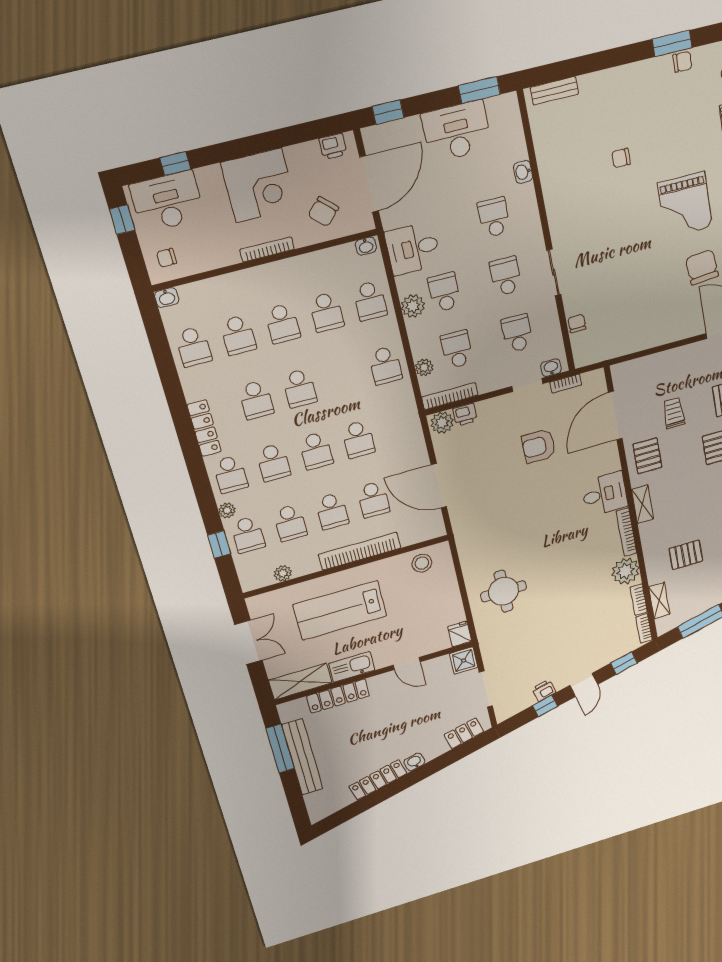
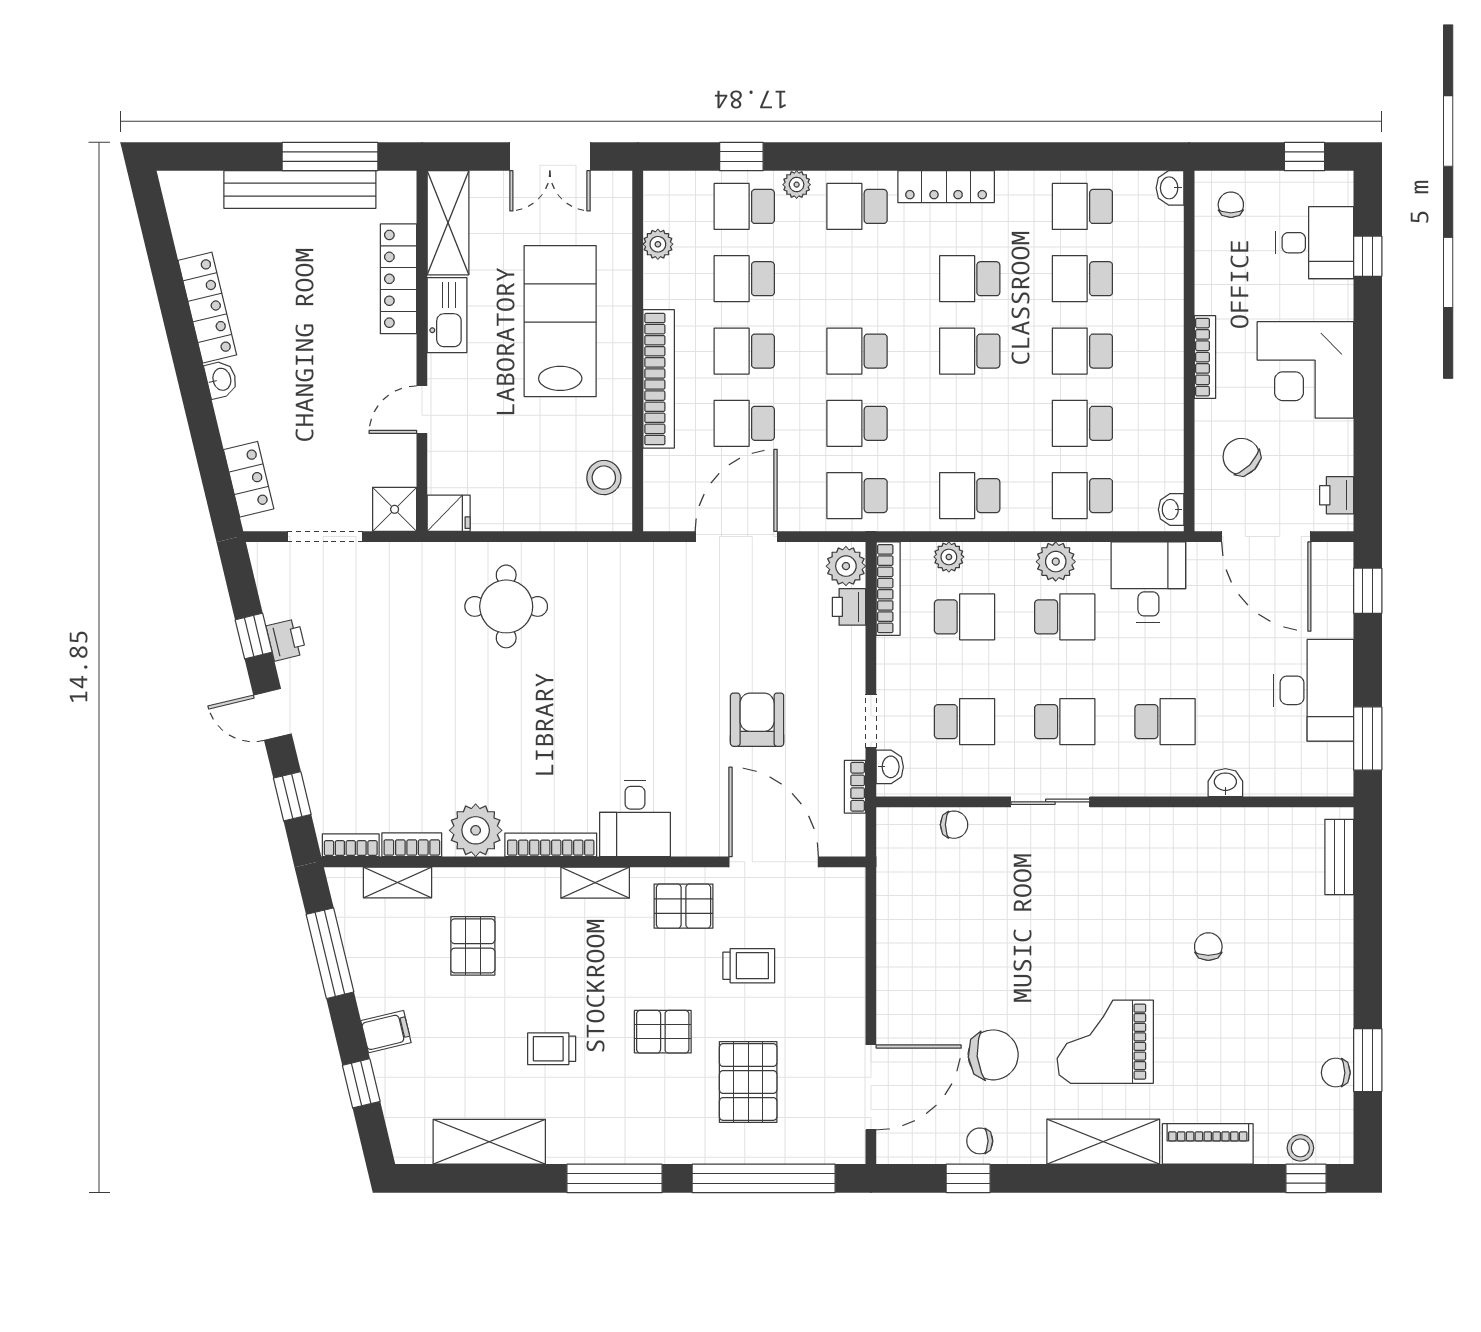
chair: (682, 62) -> (1336, 1073), turned 88
desk: (167, 202) -> (1315, 243), width x0.73
school desk: (273, 462) -> (857, 496), moved

